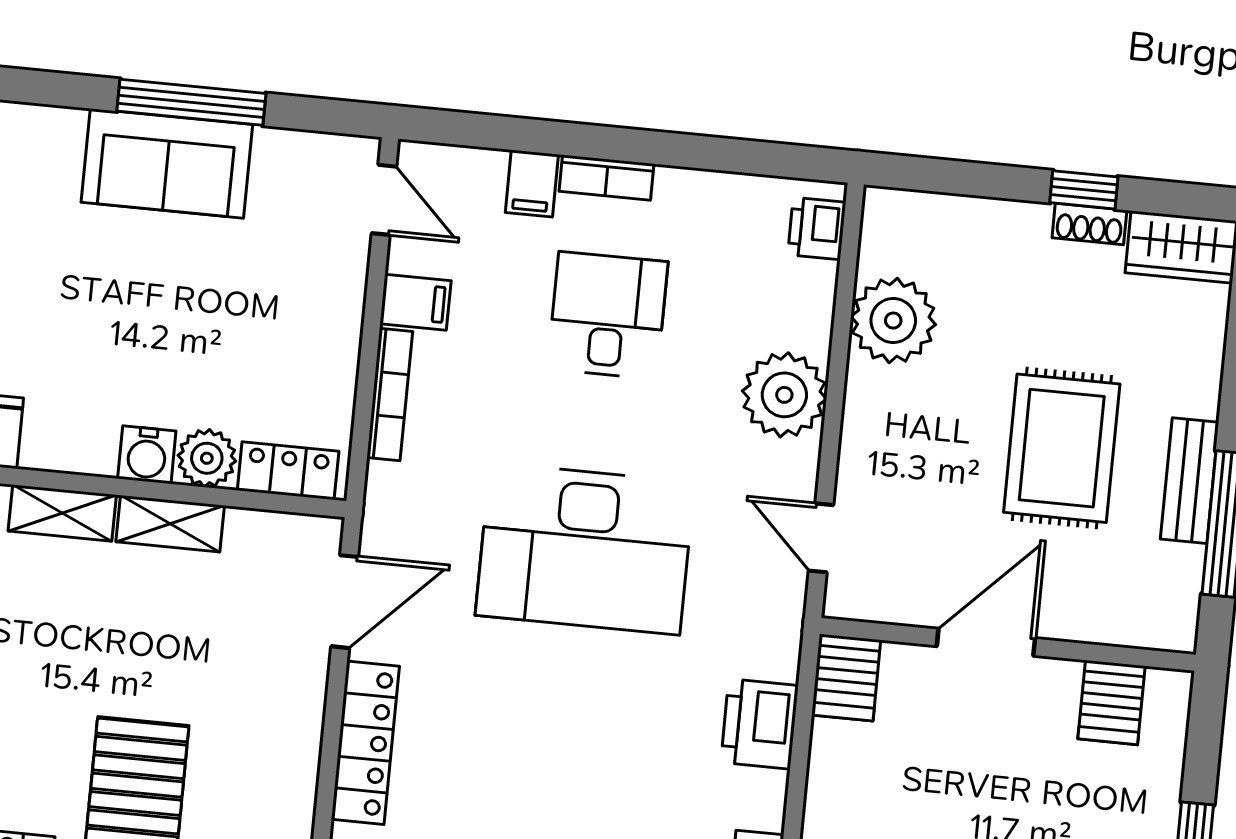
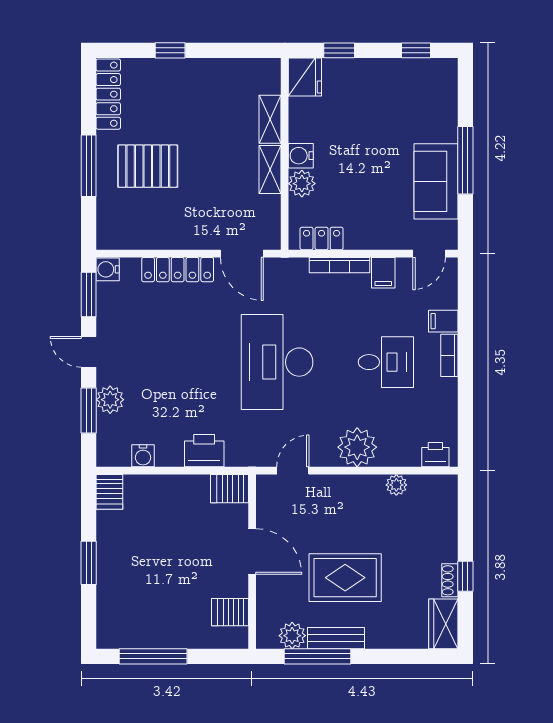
sofa: (167, 163) -> (436, 181), moved
plant: (893, 321) -> (396, 485), width x0.53, depth x0.53
locker: (288, 471) -> (322, 238), moved, turned -90
plant: (1175, 574) -> (292, 636), added

